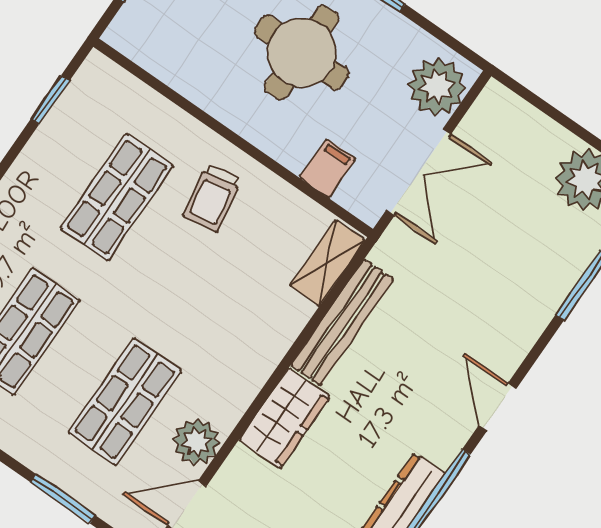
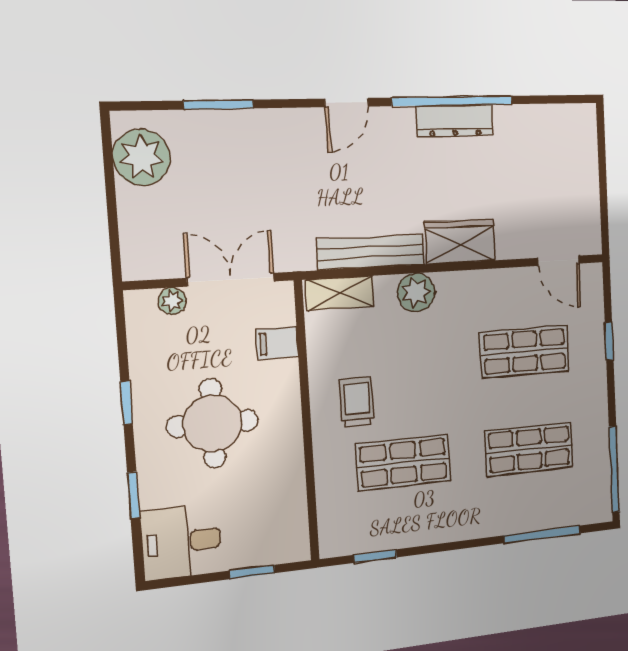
plant: (437, 87) -> (172, 301), width x0.53, depth x0.53
trolley: (212, 198) -> (357, 402), turned -80
plant: (197, 442) -> (416, 292), moved
window: (63, 499) -> (609, 341), width x0.67

